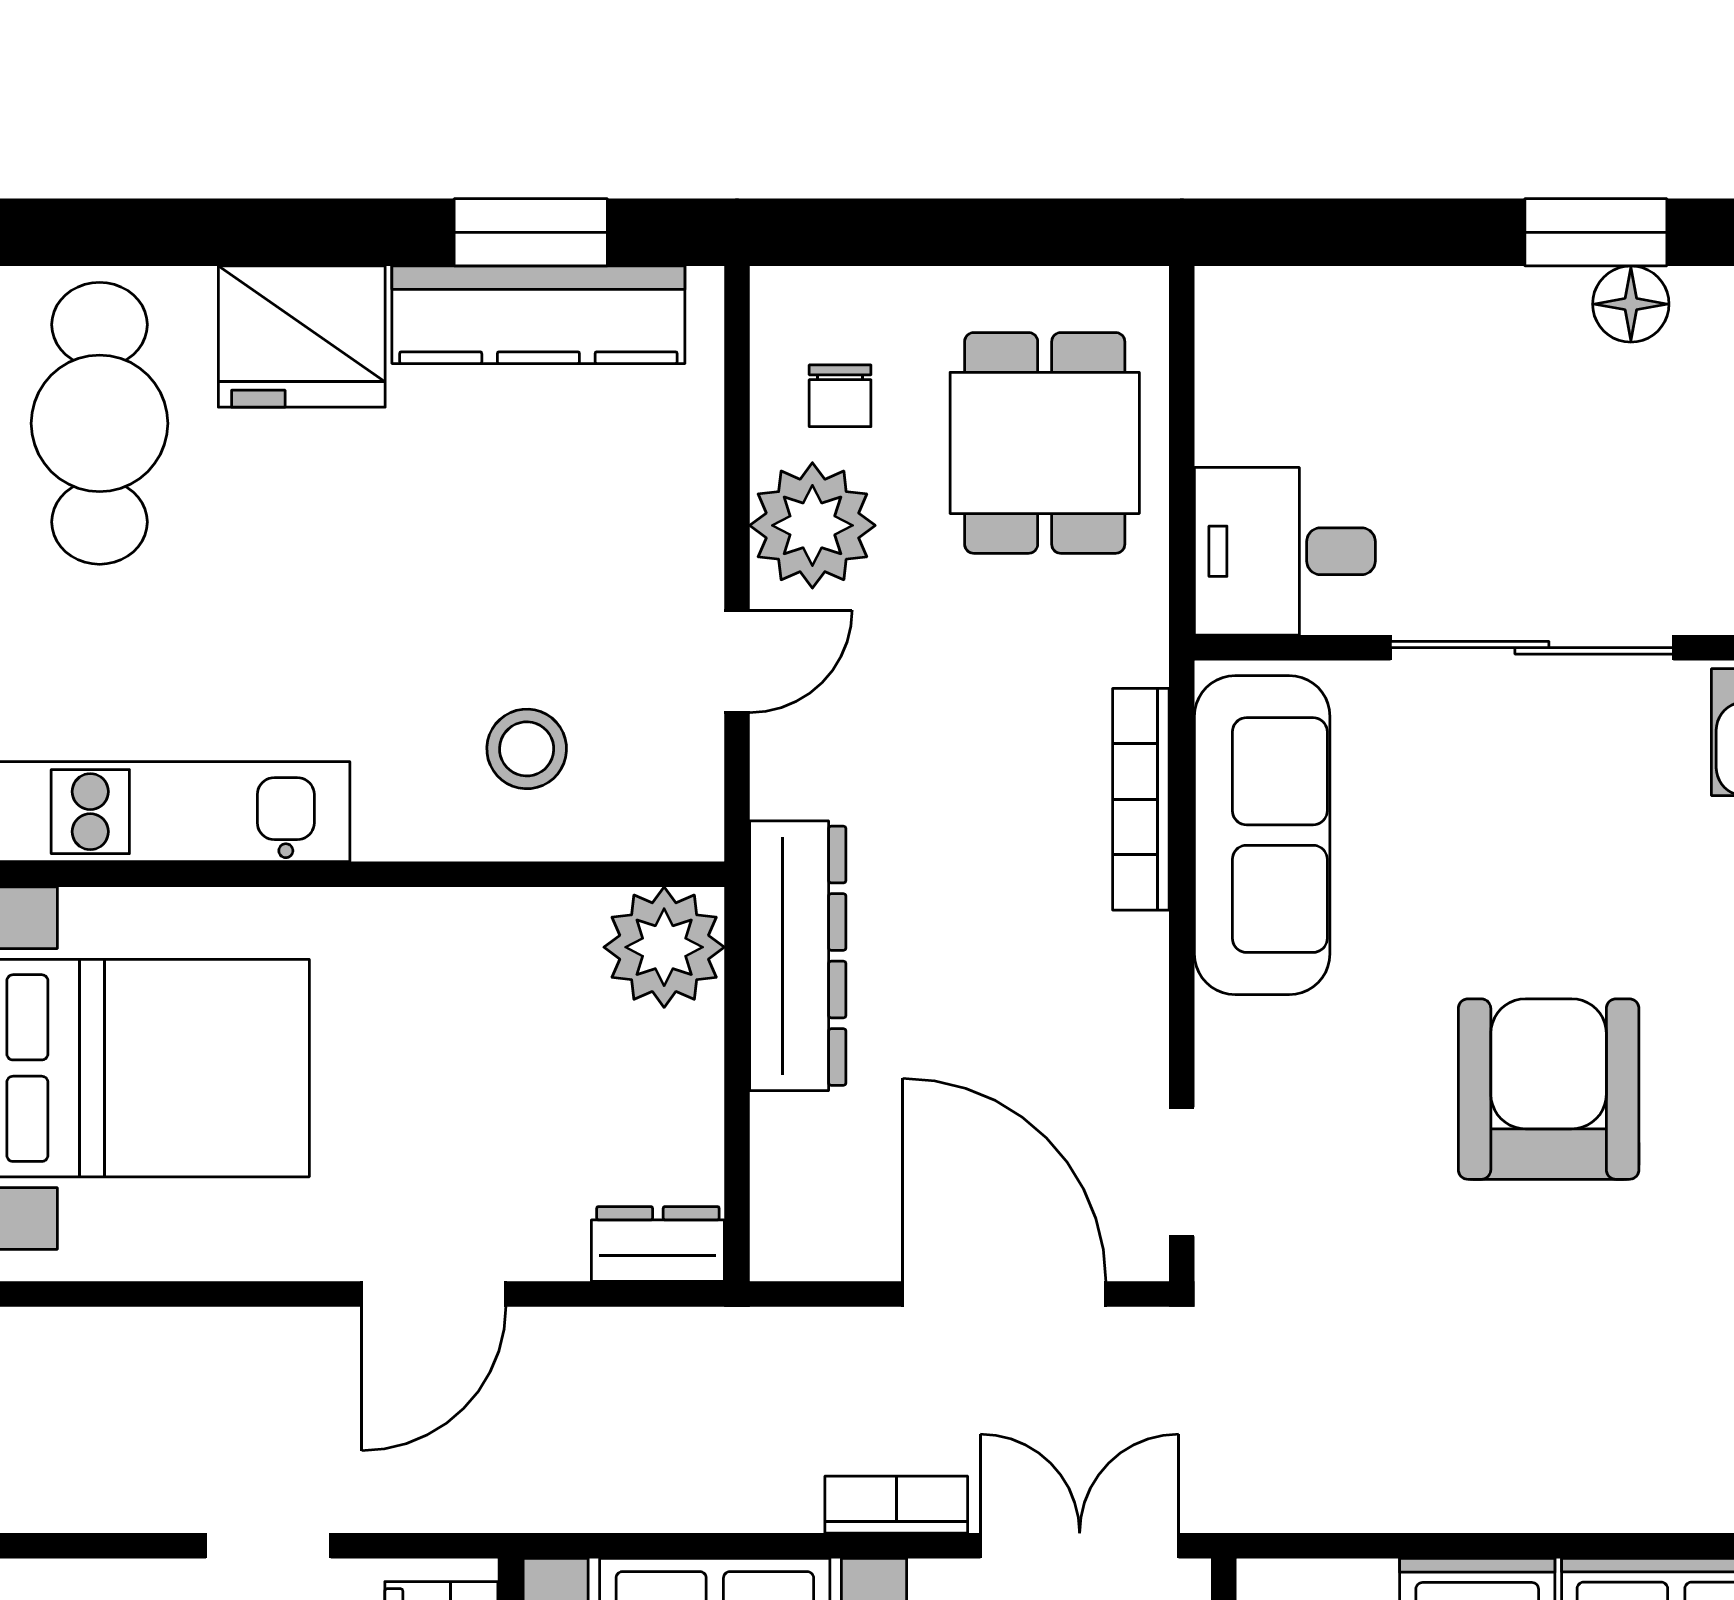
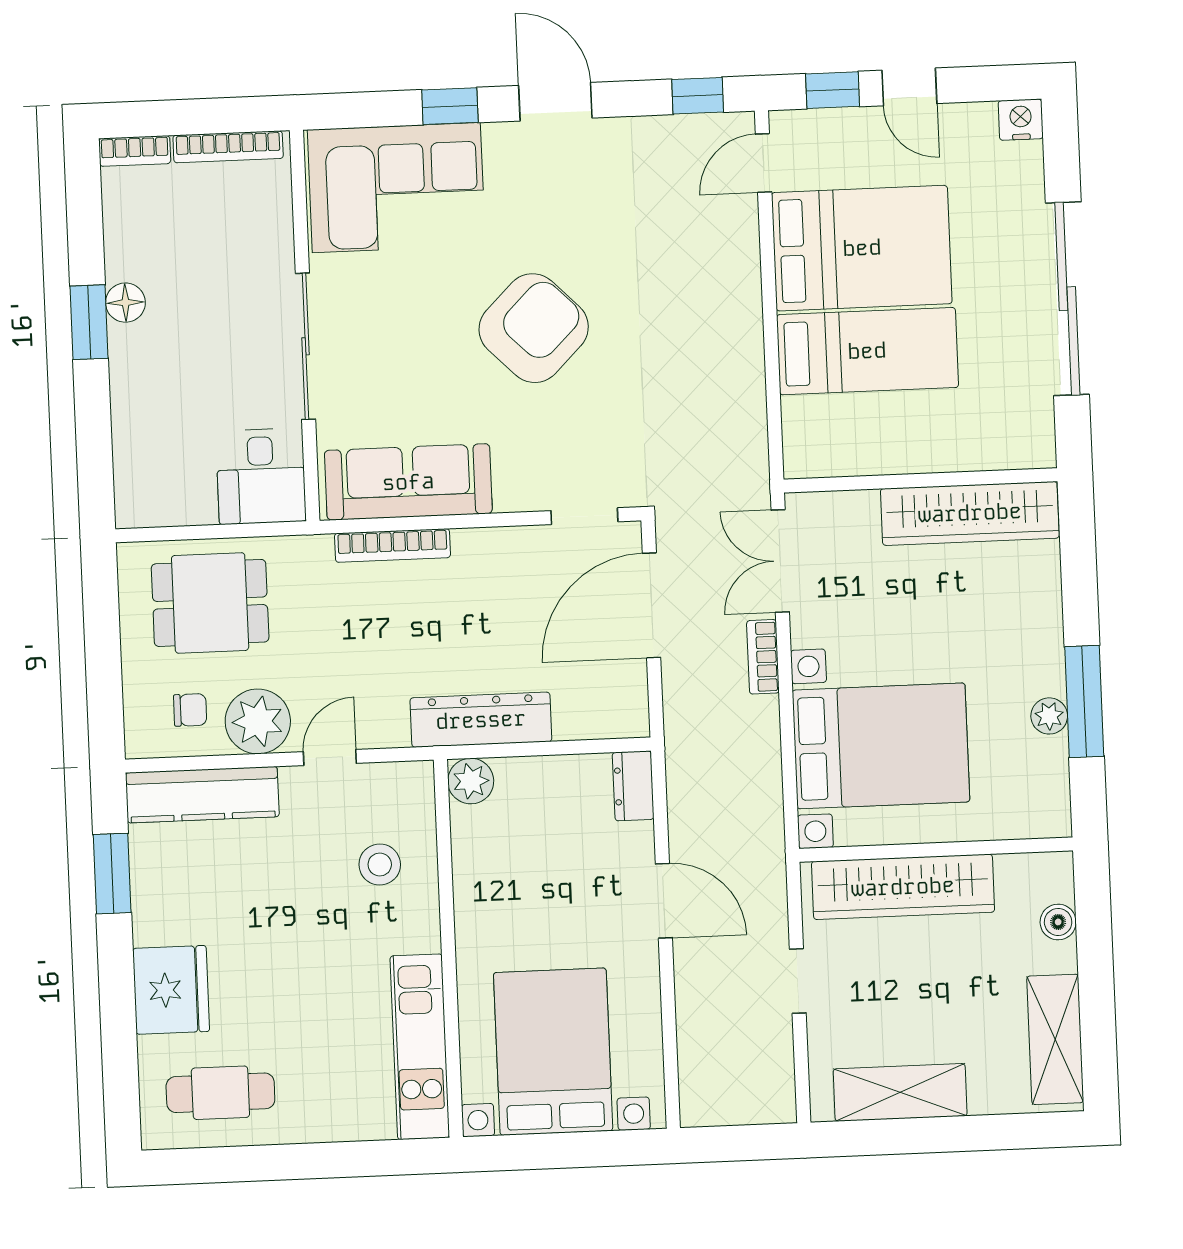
kitchen counter: (538, 315) -> (202, 795), moved, turned 90
cafe table: (100, 423) -> (220, 1093), width x0.73, depth x0.74
door: (737, 661) -> (330, 758), hinge flipped
plant: (664, 947) -> (471, 781), width x0.73, depth x0.73
armchair: (1549, 1089) -> (534, 328), turned 135

